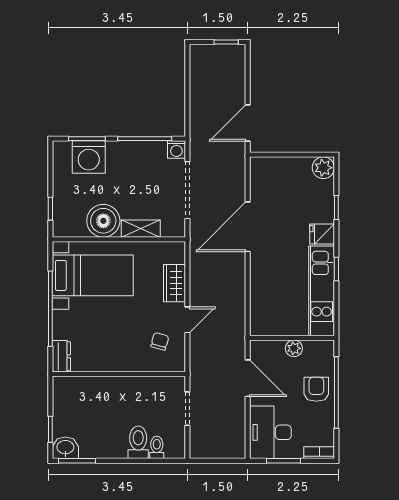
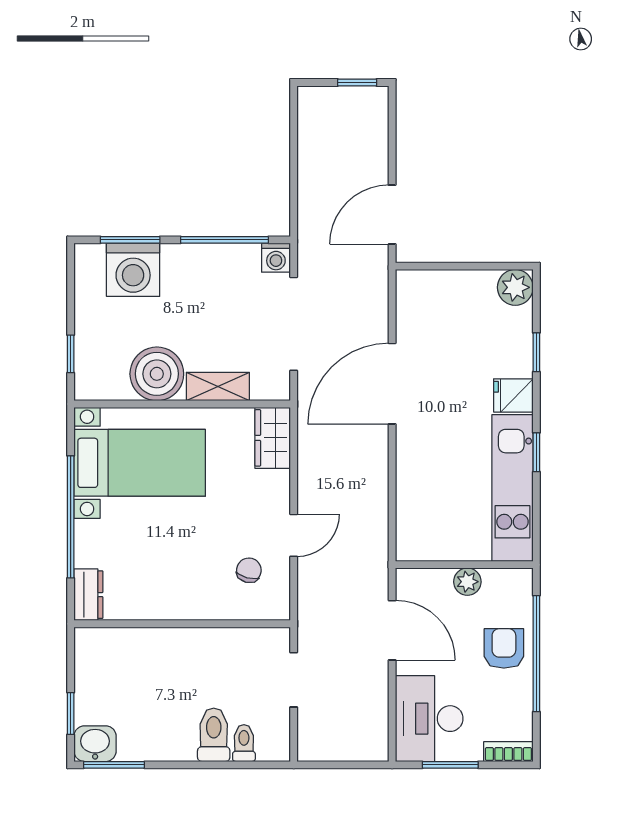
wardrobe: (174, 283) -> (273, 438), moved

